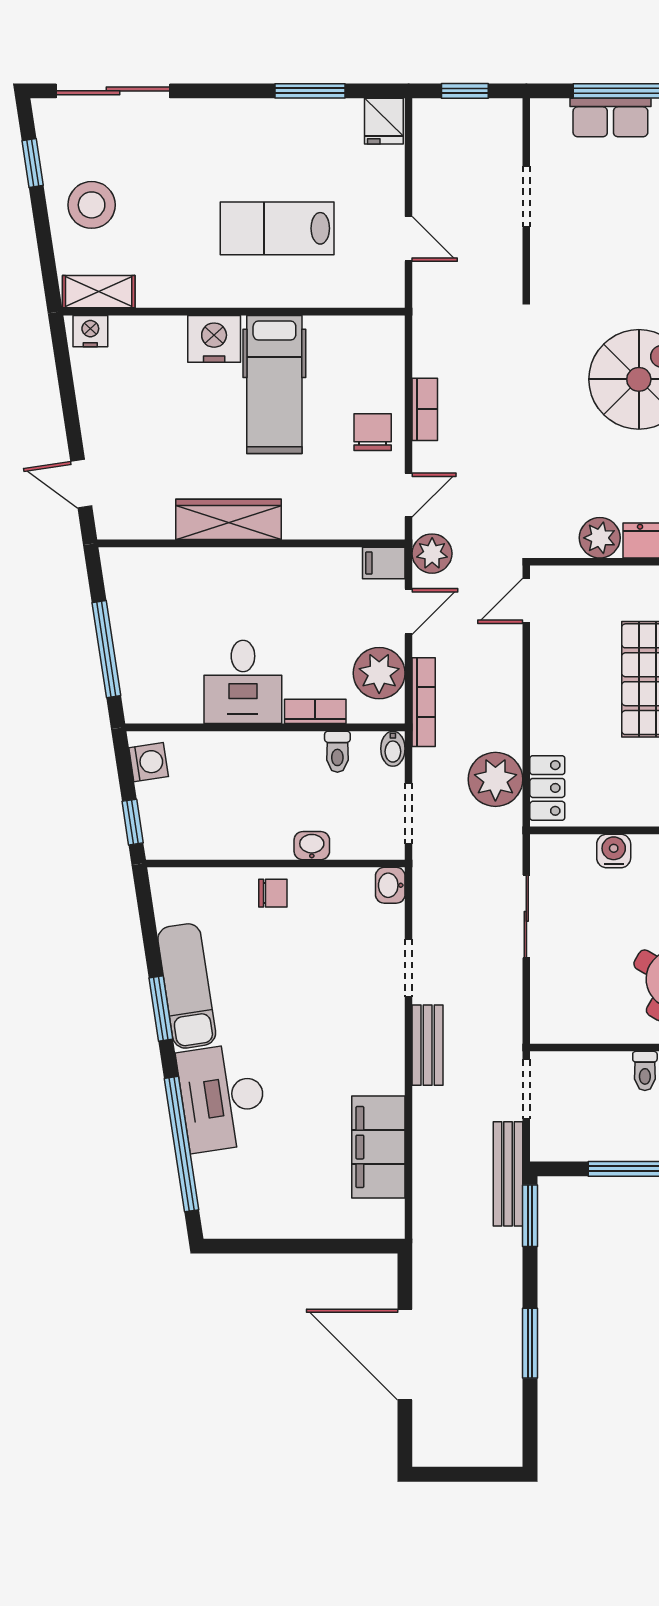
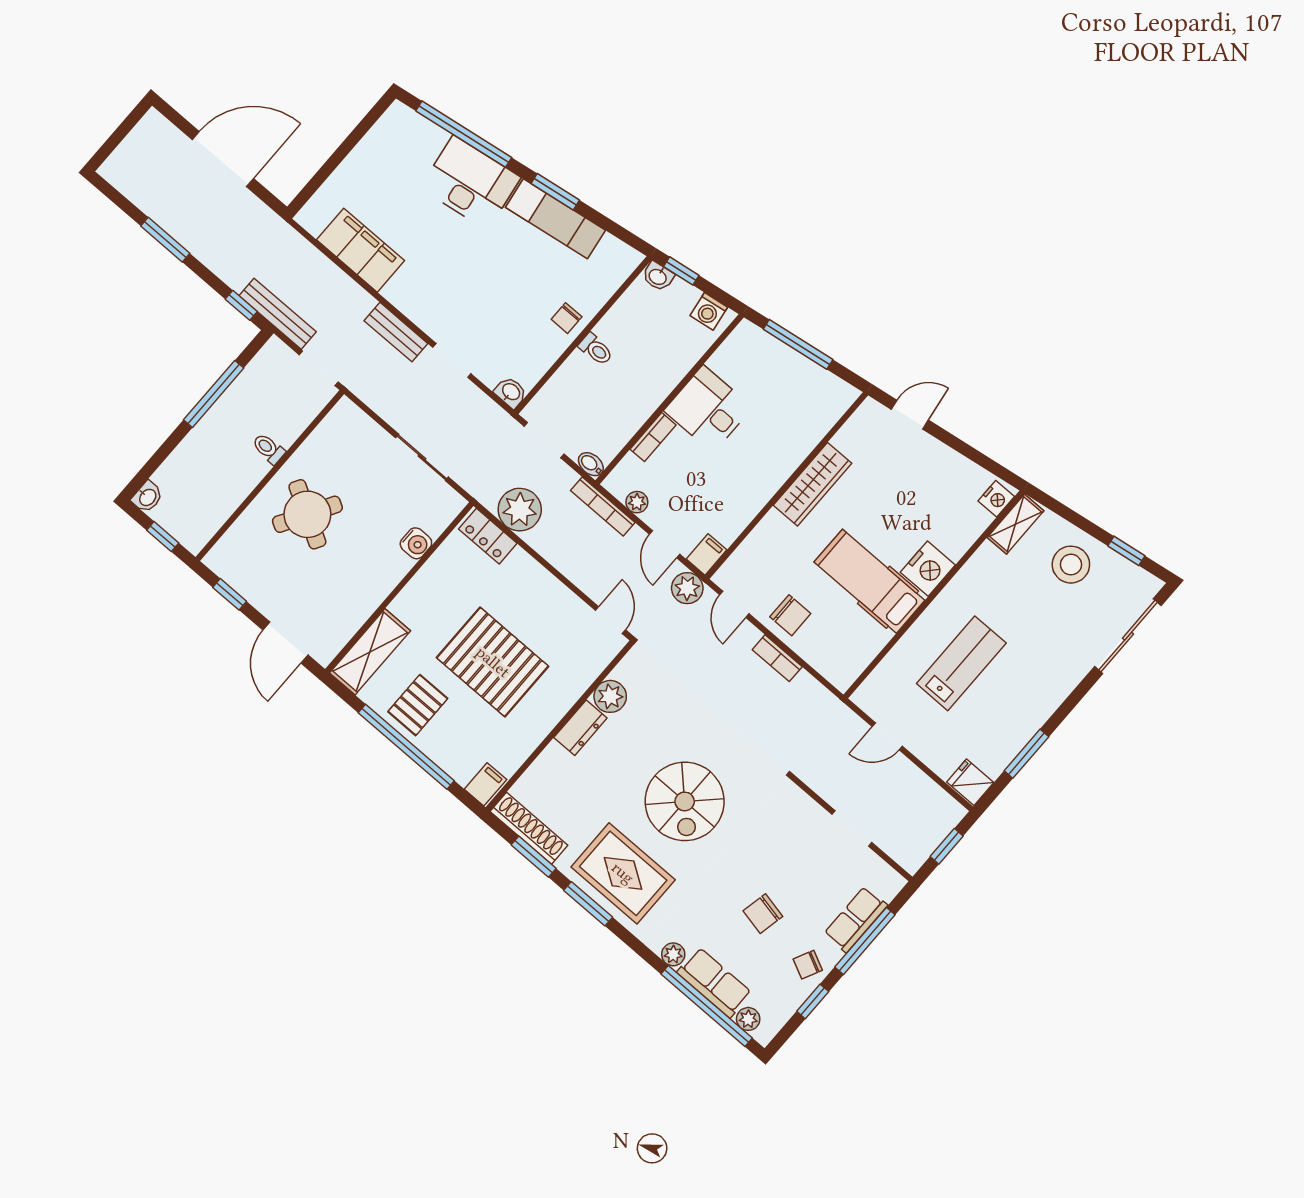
plant: (379, 673) -> (637, 502), width x0.53, depth x0.53
toilet: (337, 752) -> (596, 349), moved, turned 180
washbasin: (312, 846) -> (658, 276), moved, turned 81
window: (530, 1216) -> (241, 305), width x0.67

